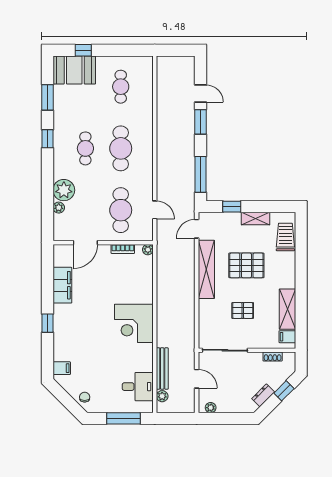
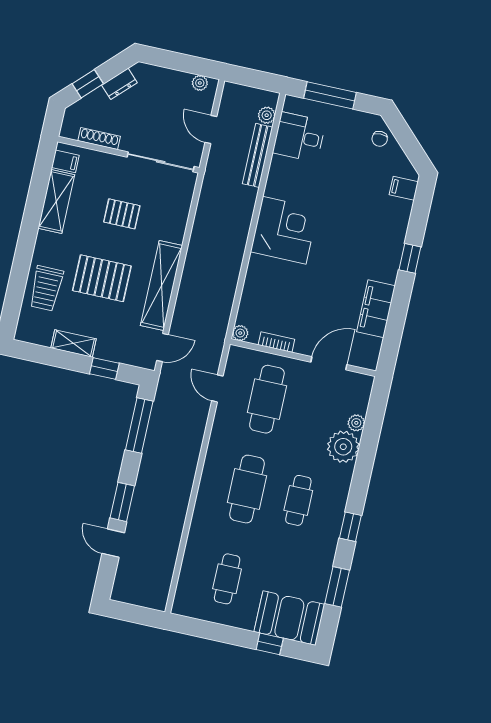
trolley: (285, 237) -> (46, 288), moved
shoe rack: (273, 357) -> (99, 139), width x1.43

